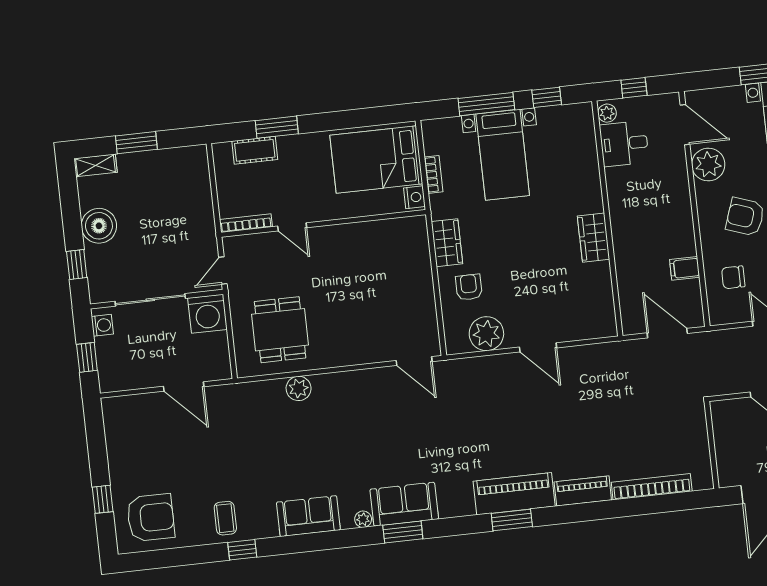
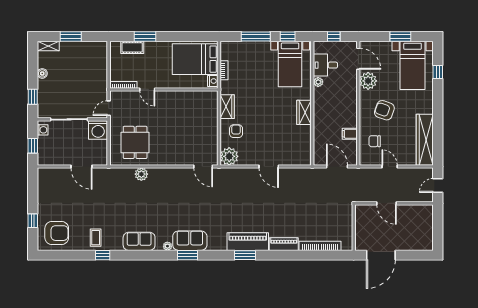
plant: (607, 113) -> (318, 82), moved
bed with nightstands: (503, 155) -> (290, 64), moved
boiler: (99, 226) -> (42, 73), width x0.54, depth x0.54
plant: (486, 334) -> (229, 156), moved

